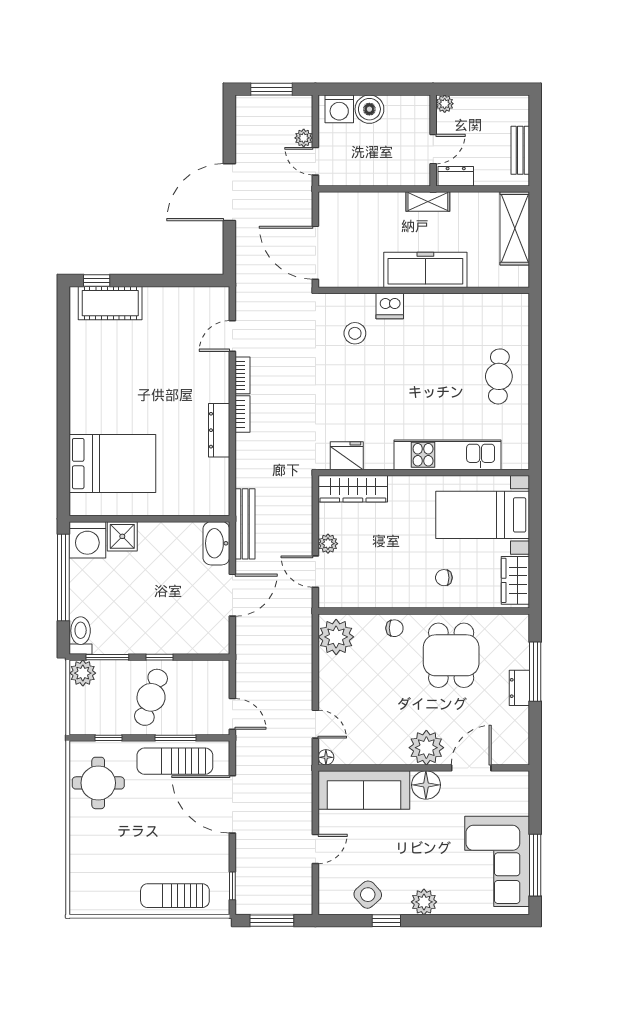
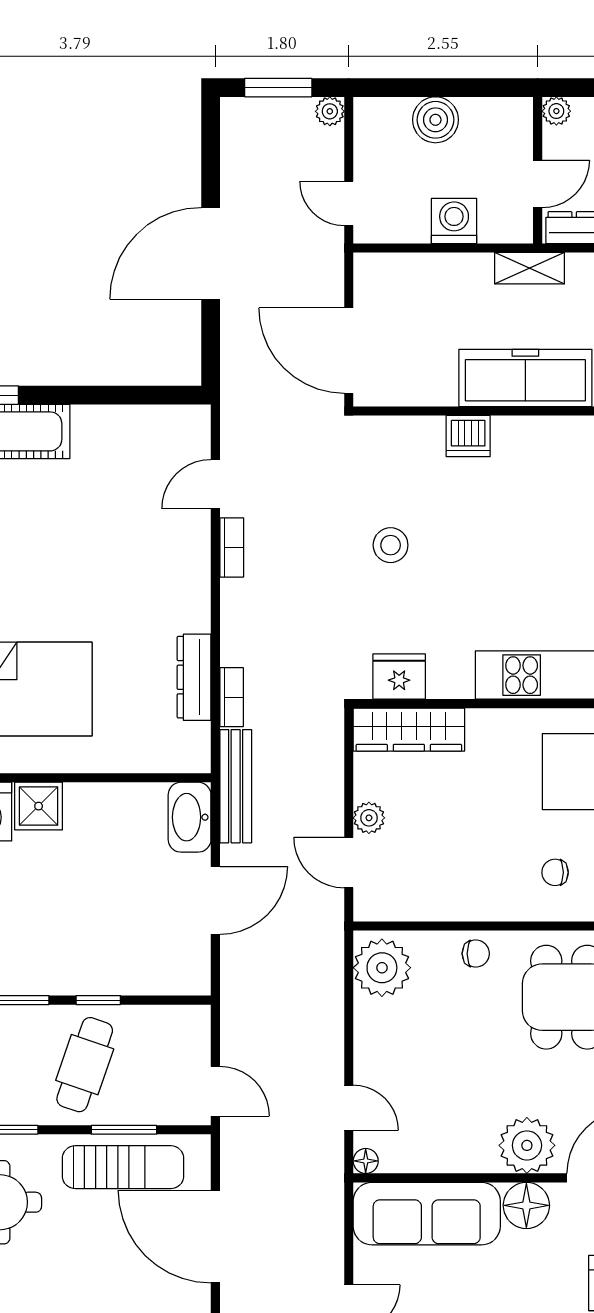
washing machine: (339, 109) -> (454, 221), moved, turned 180
plant: (304, 138) -> (330, 111), moved
stool: (355, 333) -> (391, 545), moved
bookcase: (242, 414) -> (232, 697), moved
dresser: (219, 430) -> (194, 677), moved
sun lounger: (175, 761) -> (123, 1167), turned 180

